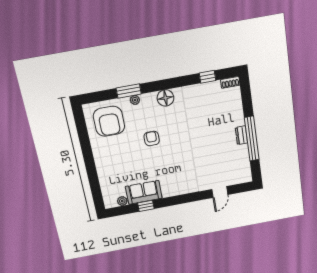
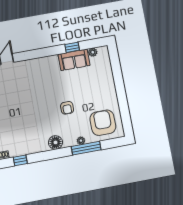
window: (129, 91) -> (86, 148), width x1.44

